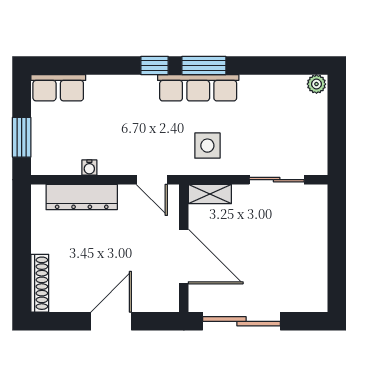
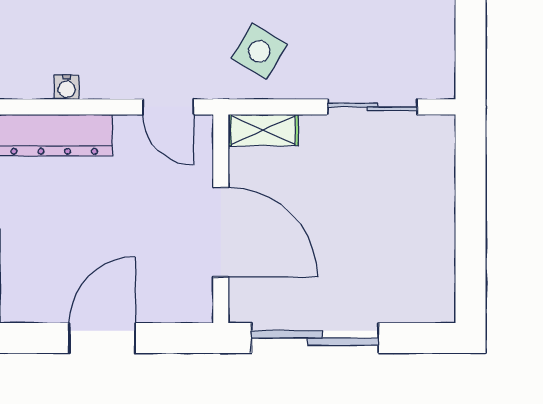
side table: (207, 146) -> (259, 51), turned 31

